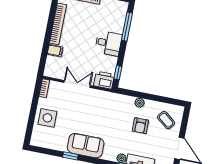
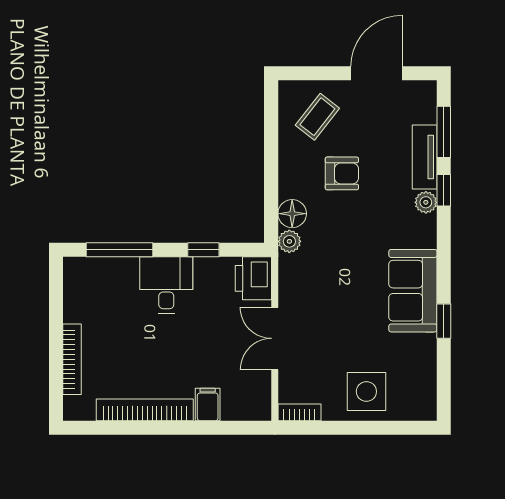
window: (118, 73) -> (203, 250), moved
floor lamp: (128, 102) -> (292, 214), added
plant: (140, 103) -> (289, 241), moved

